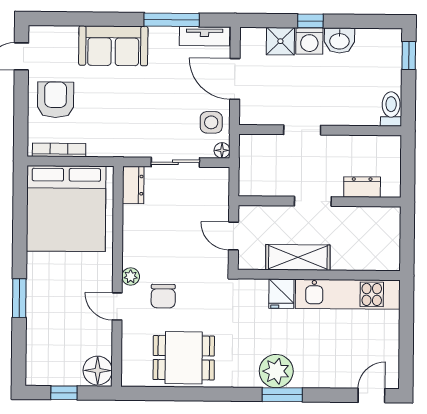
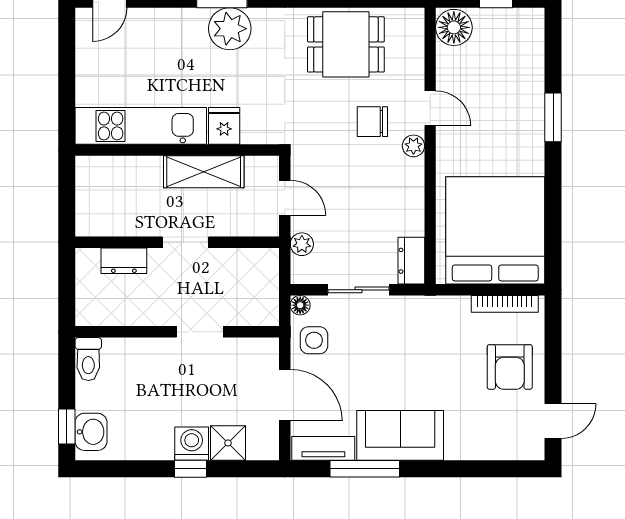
washbasin: (339, 41) -> (91, 432), moved, turned 90
sofa: (113, 46) -> (400, 435), moved
plant: (220, 199) -> (302, 244), added
chair: (163, 296) -> (372, 122), turned -90

